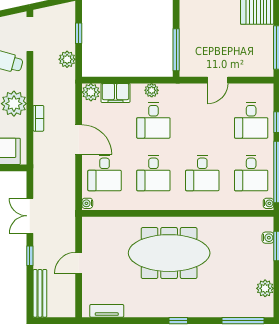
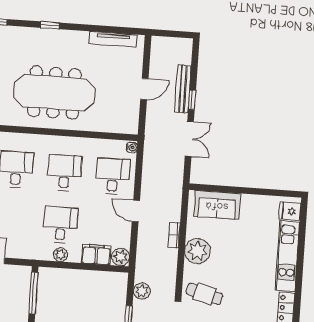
door: (79, 140) -> (136, 211), width x0.73
bench: (40, 293) -> (183, 89), moved
tv unit: (107, 311) -> (113, 39), width x1.41

